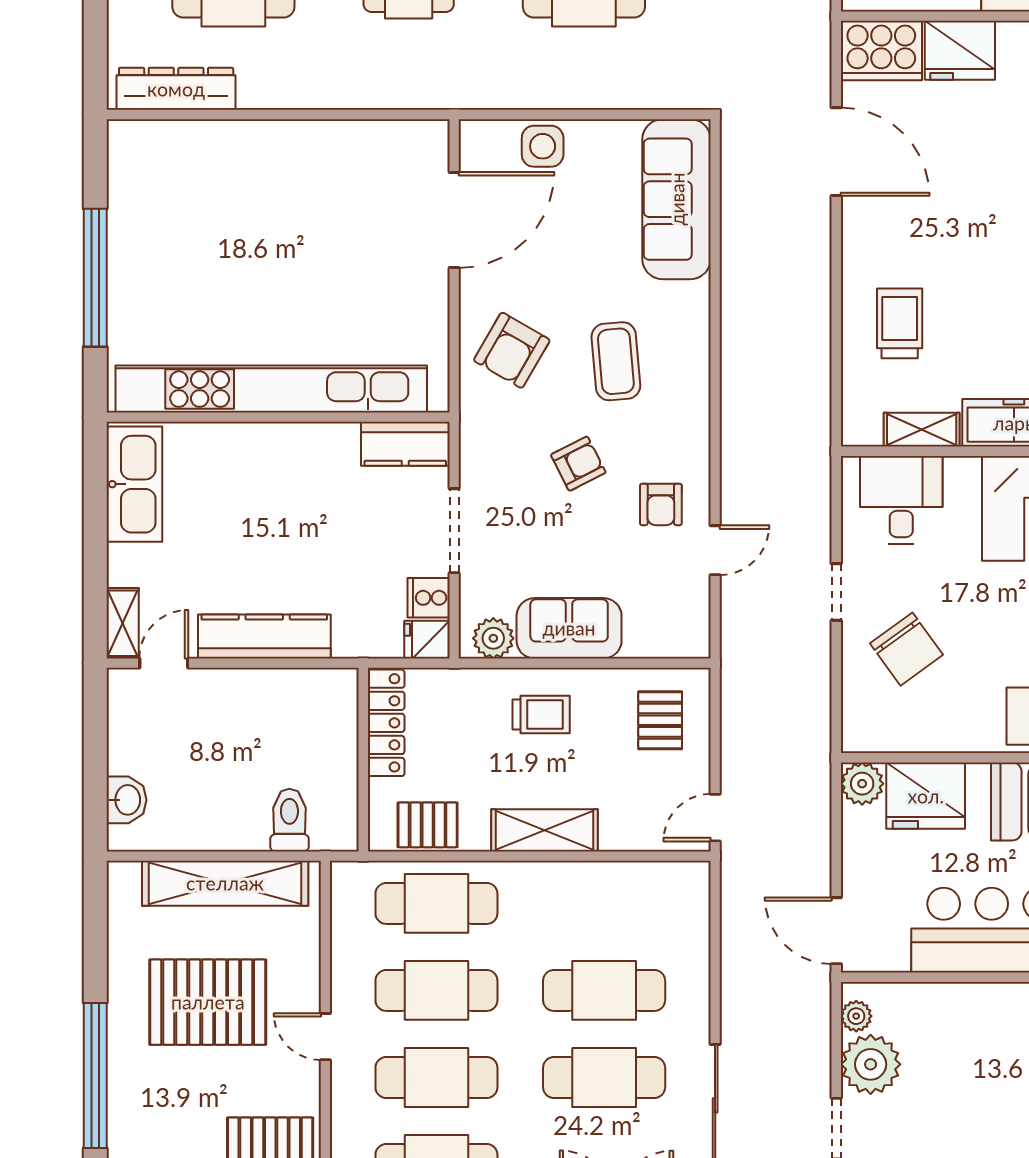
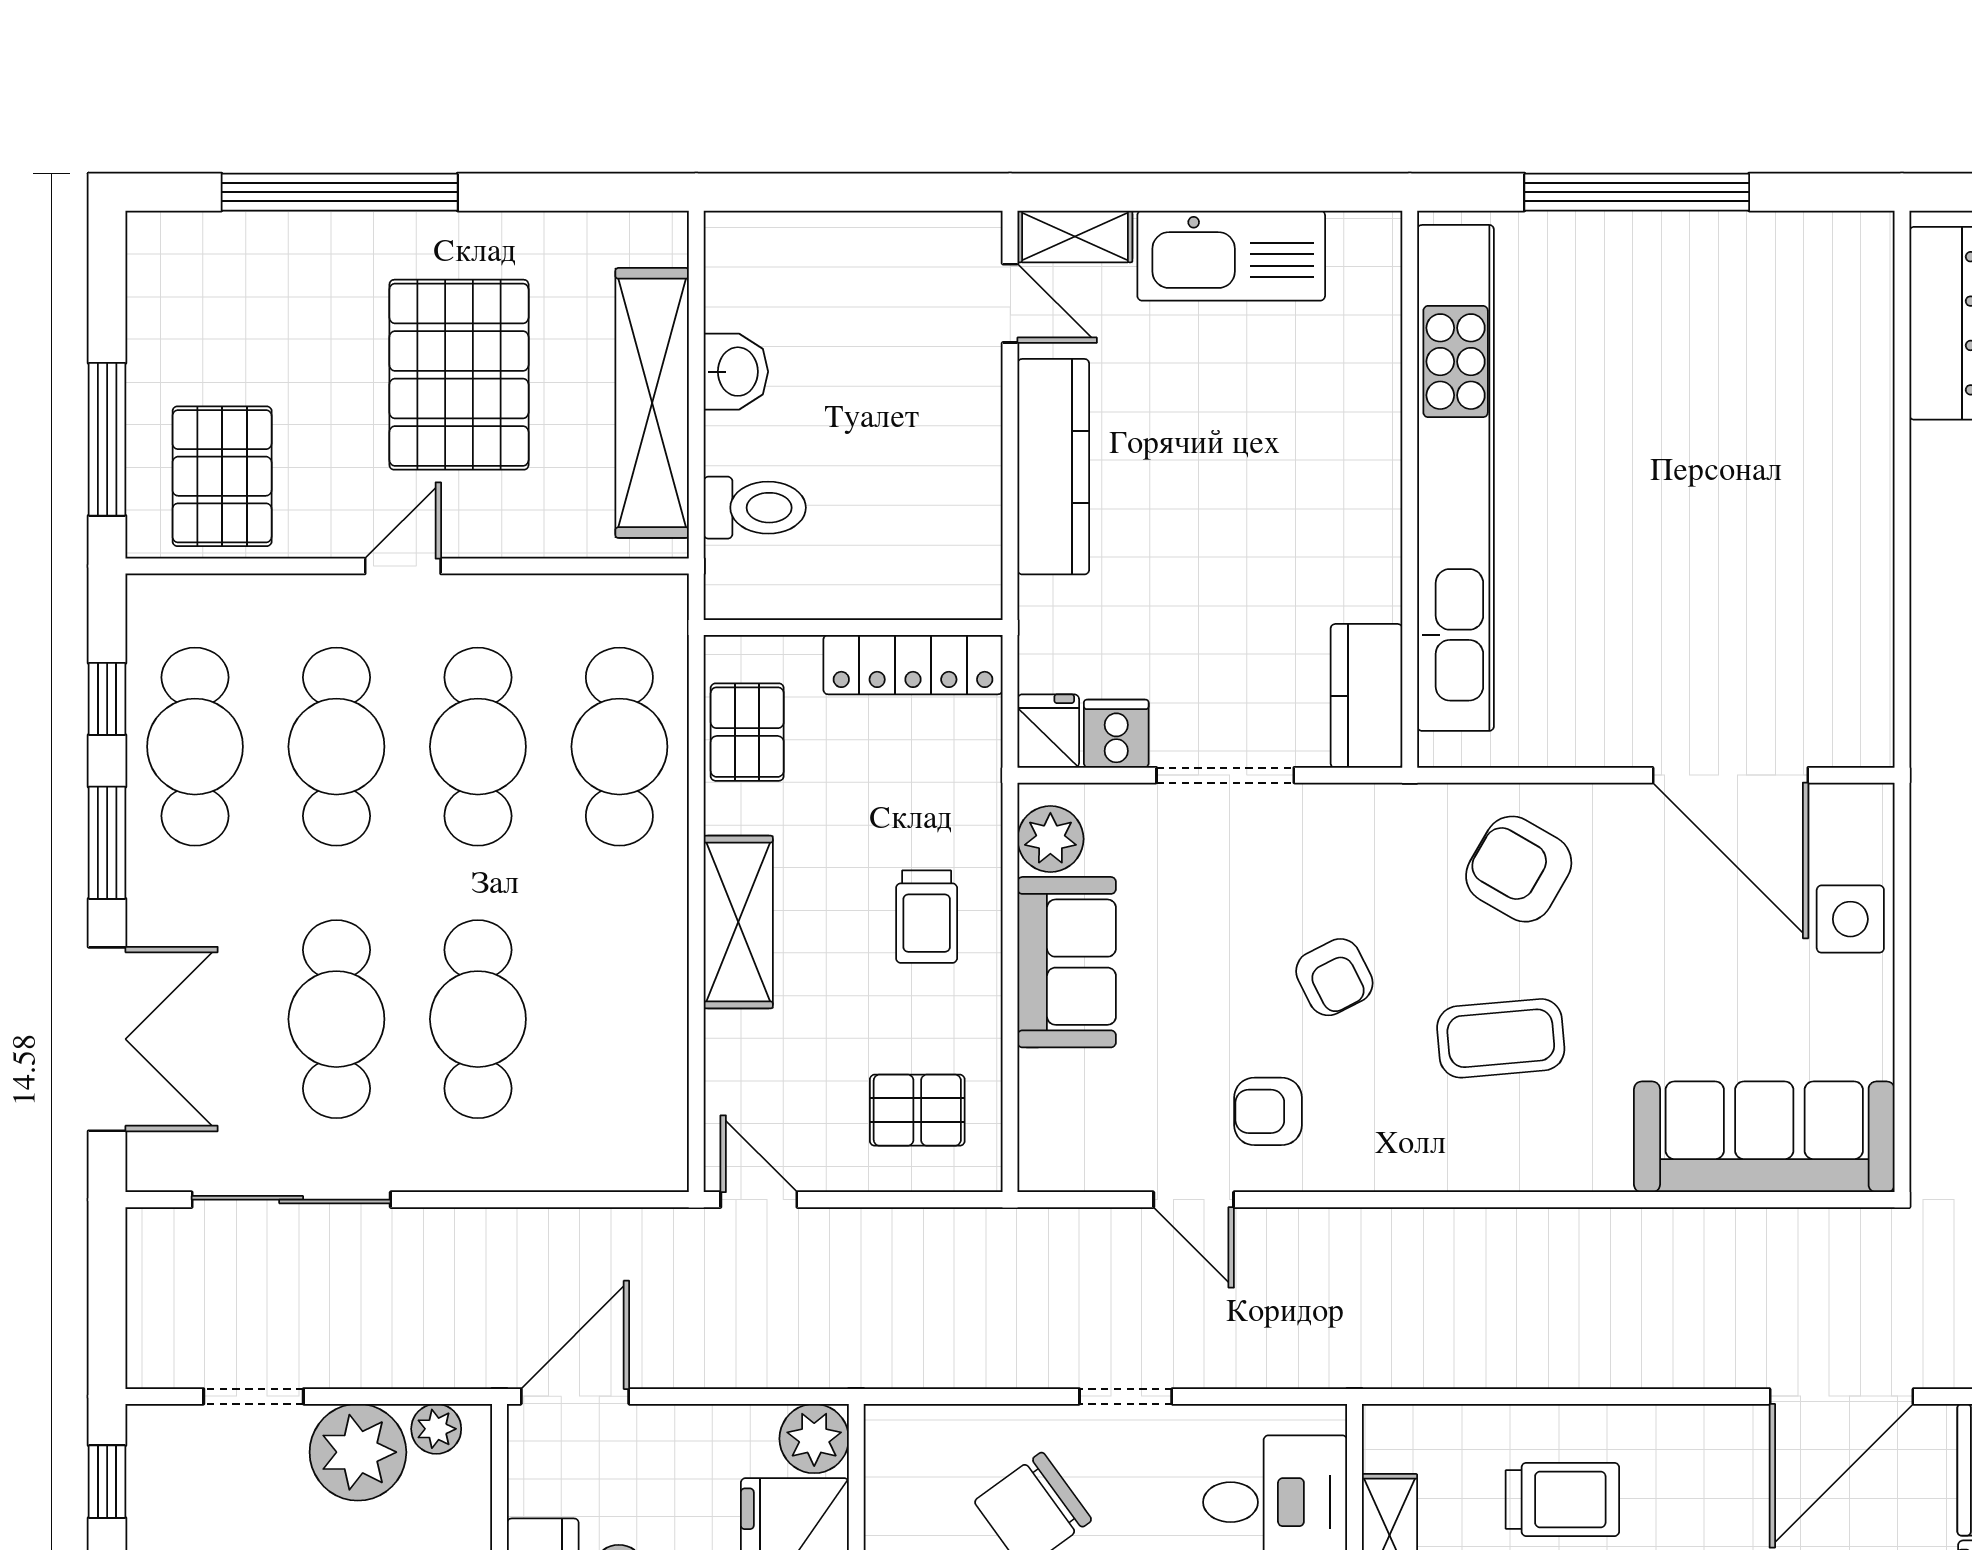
kitchen sink: (134, 484) -> (1231, 256), moved
washbasin: (127, 800) -> (736, 372), moved, turned -90

